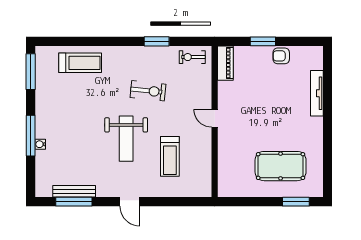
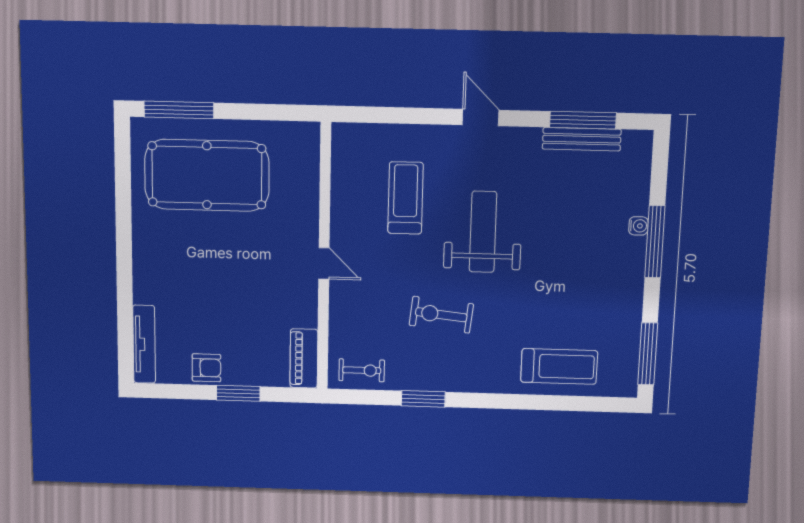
treadmill: (80, 63) -> (559, 366), turned 180
tv unit: (317, 93) -> (144, 344), moved
pool table: (281, 166) -> (207, 175), width x1.36, depth x1.32
window: (296, 202) -> (179, 110), width x1.44

